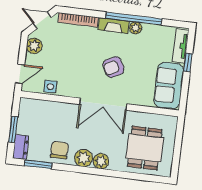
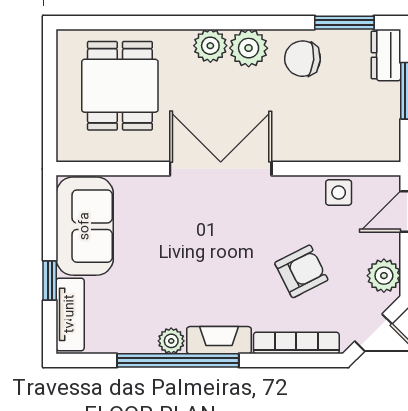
armchair: (113, 67) -> (301, 271), moved
chair: (59, 150) -> (302, 59), turned 95

